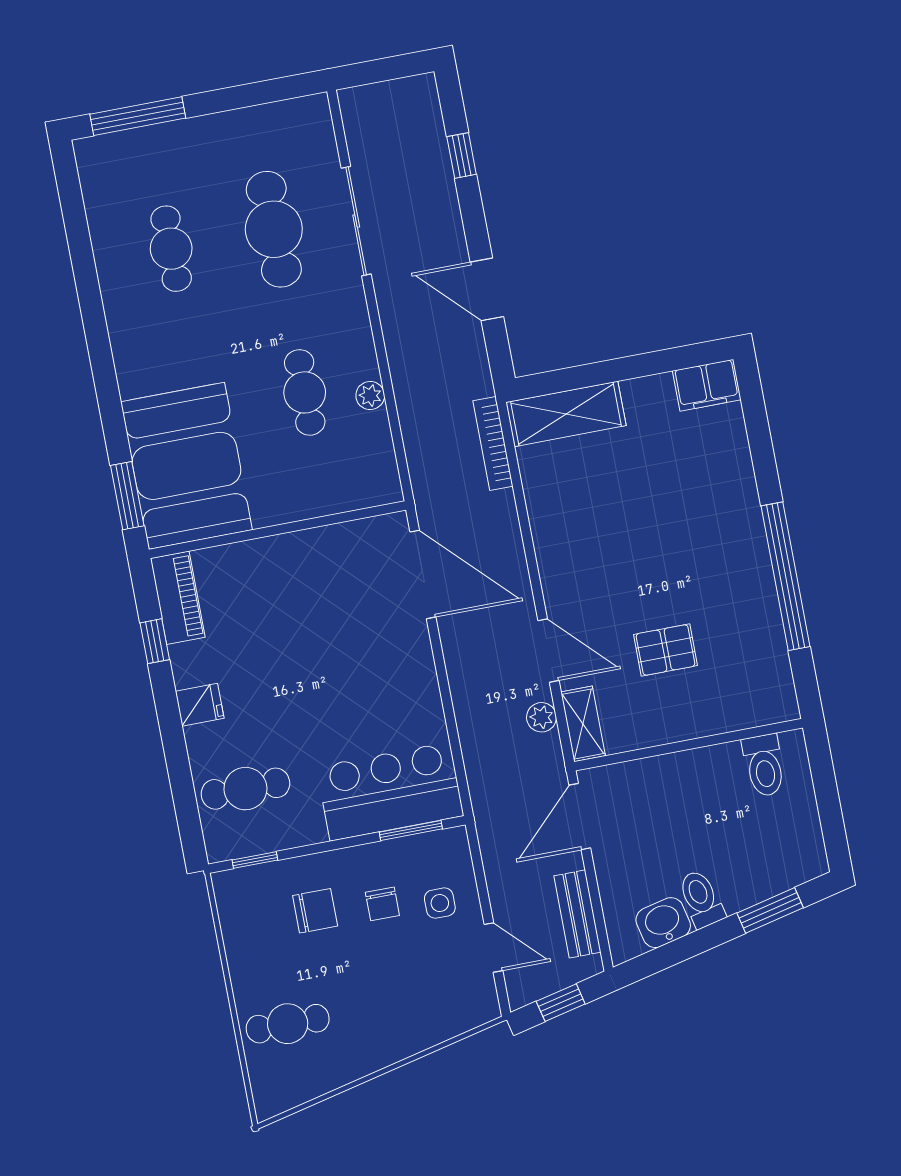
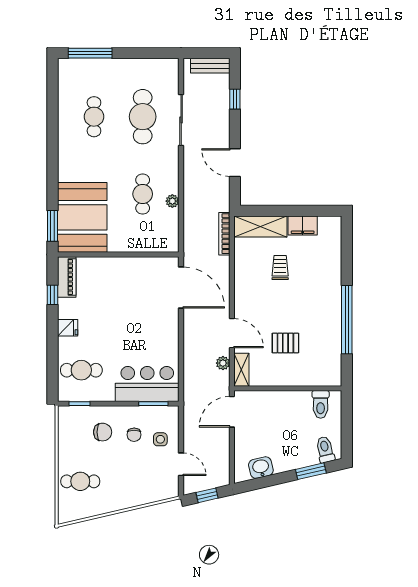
filing cabinet: (707, 385) -> (303, 225), moved
trolley: (624, 493) -> (280, 267), added
toilet: (701, 899) -> (325, 450), moved
bench: (577, 914) -> (210, 66), moved, turned 90

